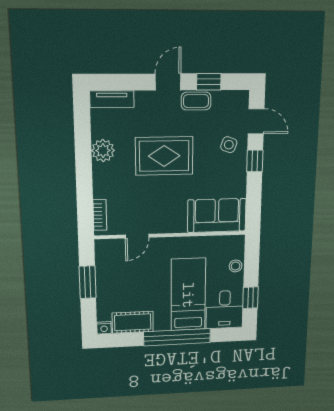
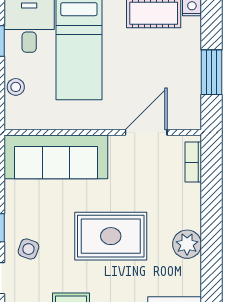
sofa: (217, 215) -> (56, 157), width x1.36
door: (137, 236) -> (146, 132), width x1.38

